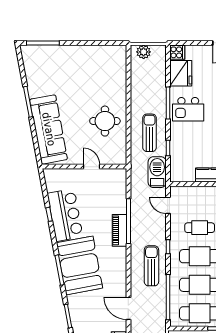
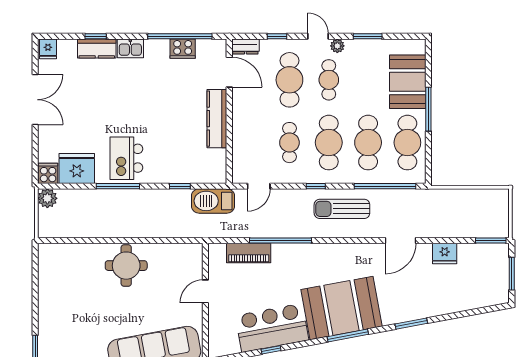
plant: (144, 52) -> (47, 198), moved
kitchen island: (188, 109) -> (126, 158), turned 180
round table: (105, 121) -> (126, 266), moved
sun lounger: (150, 133) -> (159, 211), removed
piano: (119, 230) -> (249, 253), moved

